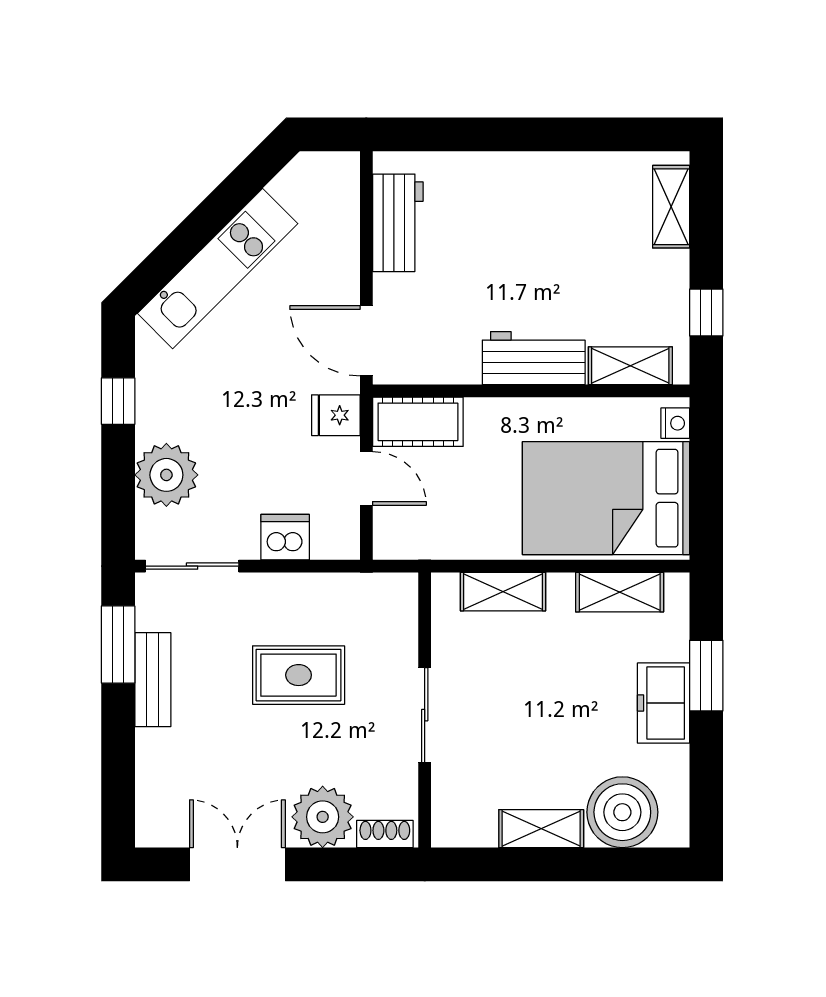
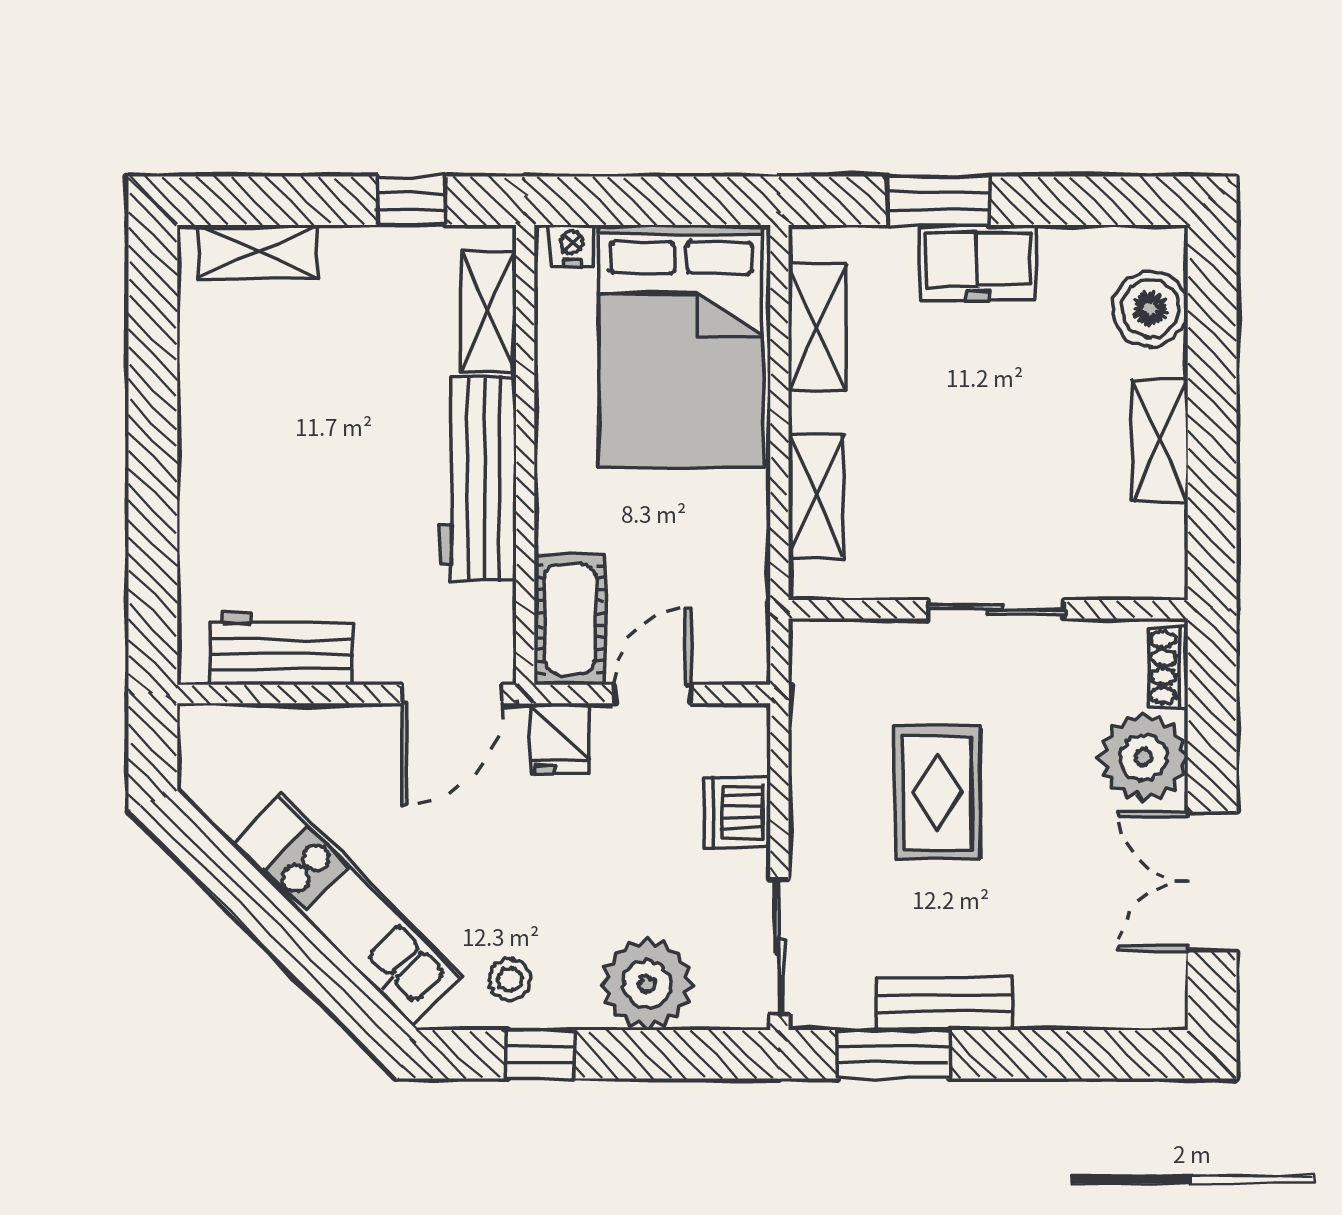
workbench: (534, 358) -> (478, 479), width x1.38
stool: (170, 381) -> (510, 979), added
boiler: (622, 812) -> (1150, 309), width x0.73, depth x0.73

